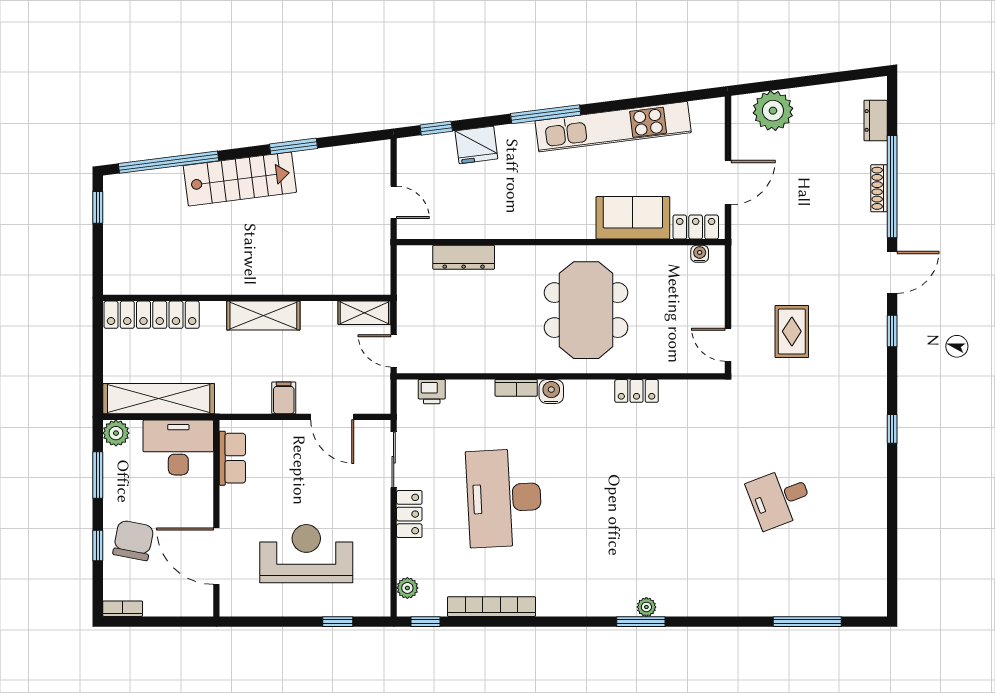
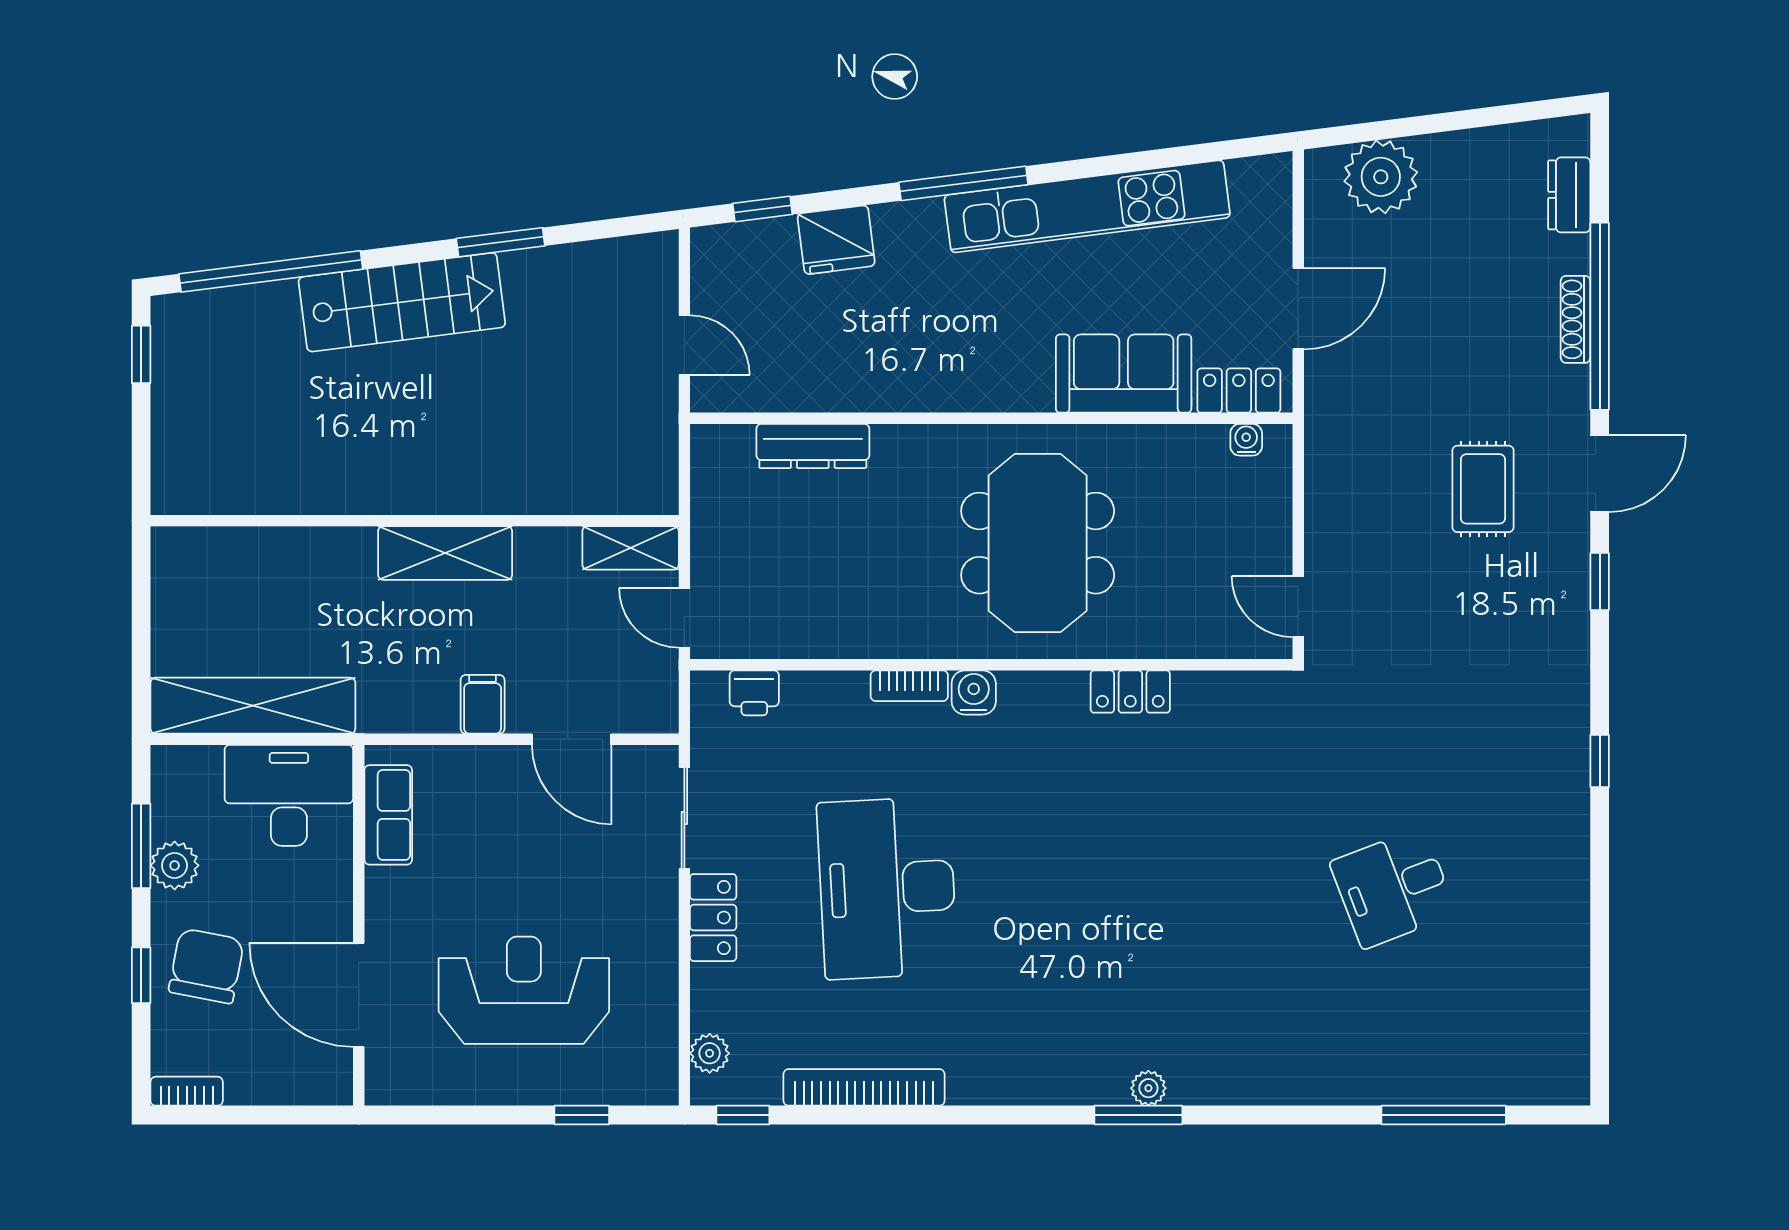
locker: (152, 315) -> (240, 552), removed
rug: (792, 331) -> (1483, 489), moved
plant: (116, 433) -> (175, 865), moved

